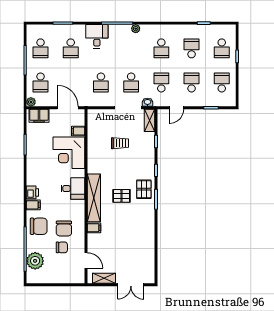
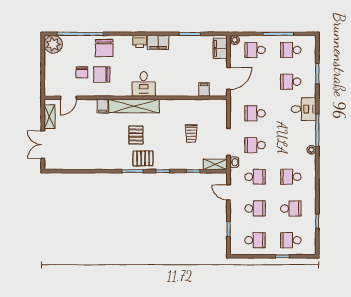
corner desk: (69, 153) -> (181, 80), removed
filing cabinet: (33, 205) -> (158, 42), moved, width x2.00
plant: (35, 261) -> (53, 44), moved

